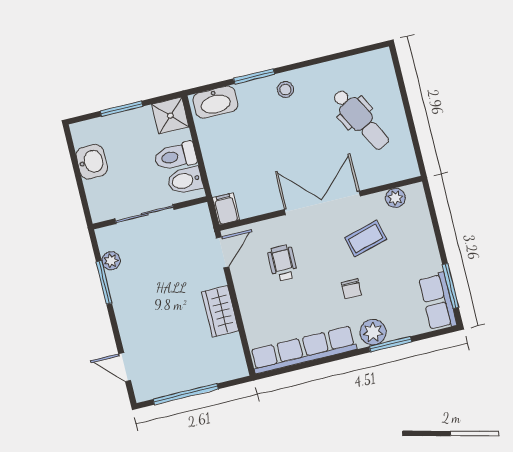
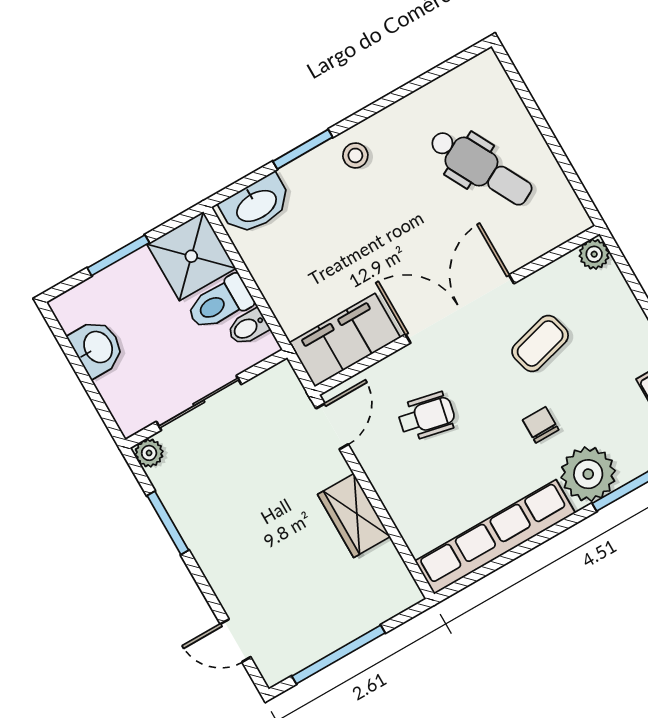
shower: (170, 115) -> (191, 256), width x1.36, depth x1.36
bidet: (185, 180) -> (248, 327), width x0.72, depth x0.74
plant: (395, 198) -> (594, 254), moved
filing cabinet: (226, 209) -> (345, 340), width x3.00, depth x1.17
plant: (111, 261) -> (149, 453), moved
wheelchair: (283, 263) -> (427, 416), turned 102
chair: (351, 289) -> (541, 425), turned 180
plant: (373, 332) -> (588, 474), width x1.36, depth x1.36

